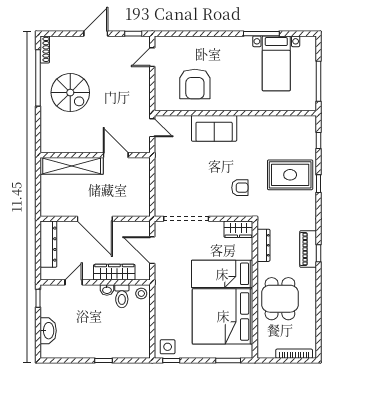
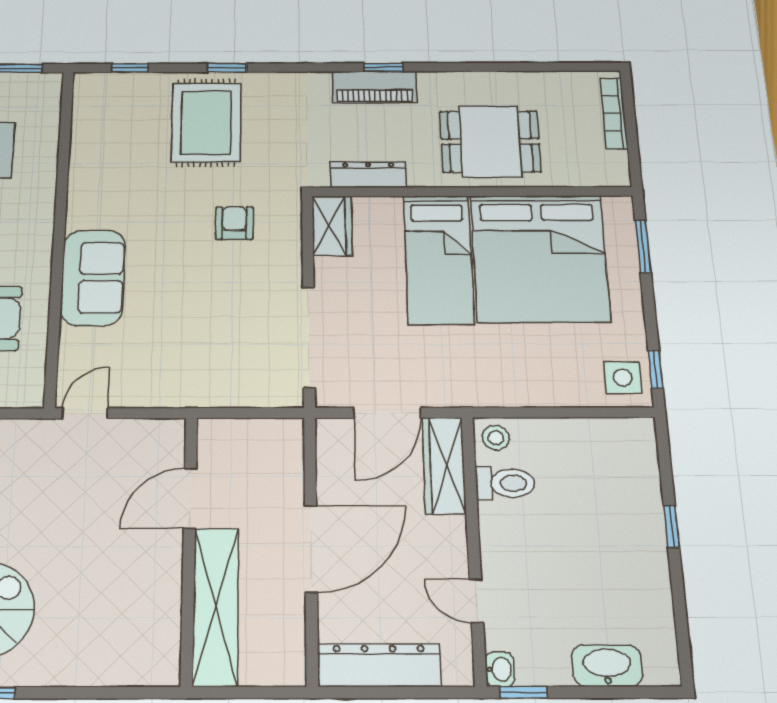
wall: (95, 155) -> (189, 548), moved
door: (116, 155) -> (190, 498), moved
shelving: (72, 166) -> (216, 606), moved
wardrobe: (114, 272) -> (444, 465), moved
washbasin: (107, 290) -> (500, 669), moved

